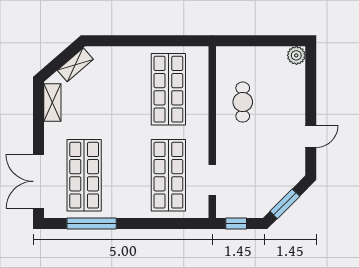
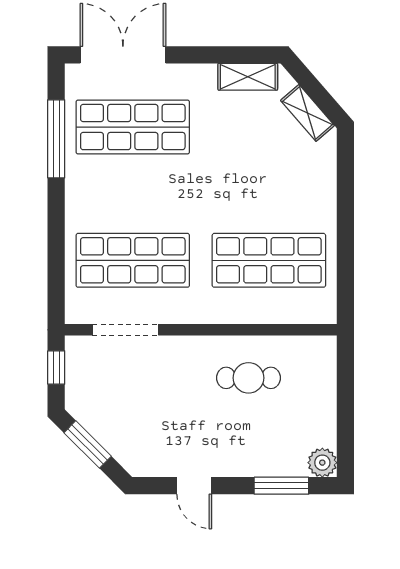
window: (311, 81) -> (281, 486), added
doorway: (212, 180) -> (125, 330), width x1.38

